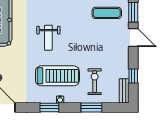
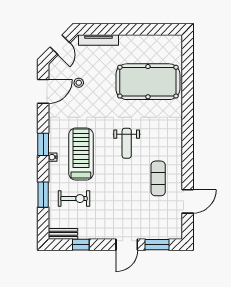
exercise mat: (107, 13) -> (158, 178), moved
weight bench: (48, 38) -> (127, 143), turned -90
treadmill: (57, 76) -> (81, 154), turned 180

